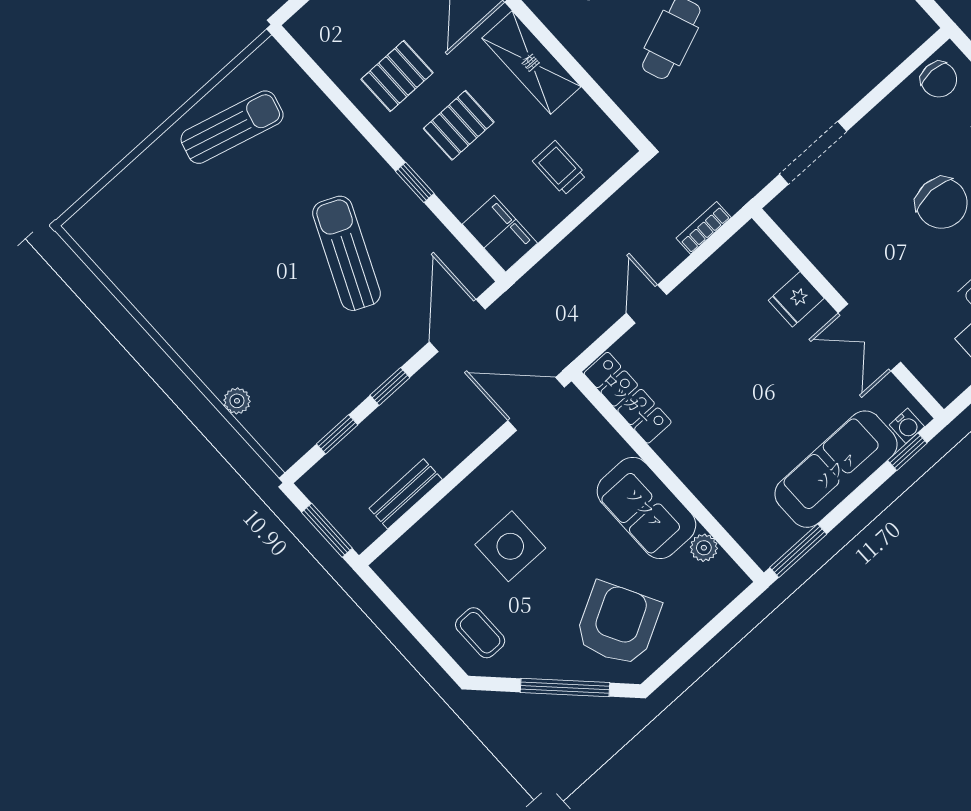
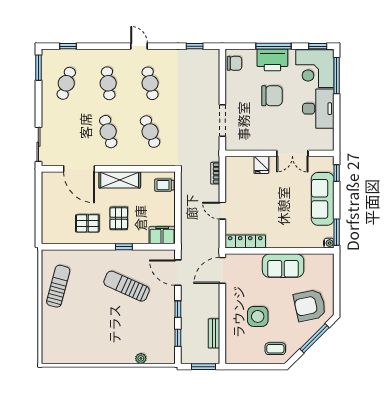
pallet: (397, 76) -> (87, 223), turned 90
trolley: (559, 168) -> (164, 185), moved
water cooler: (907, 426) -> (329, 243), moved
plant: (704, 548) -> (310, 259), removed
armchair: (618, 624) -> (310, 305), turned -74

